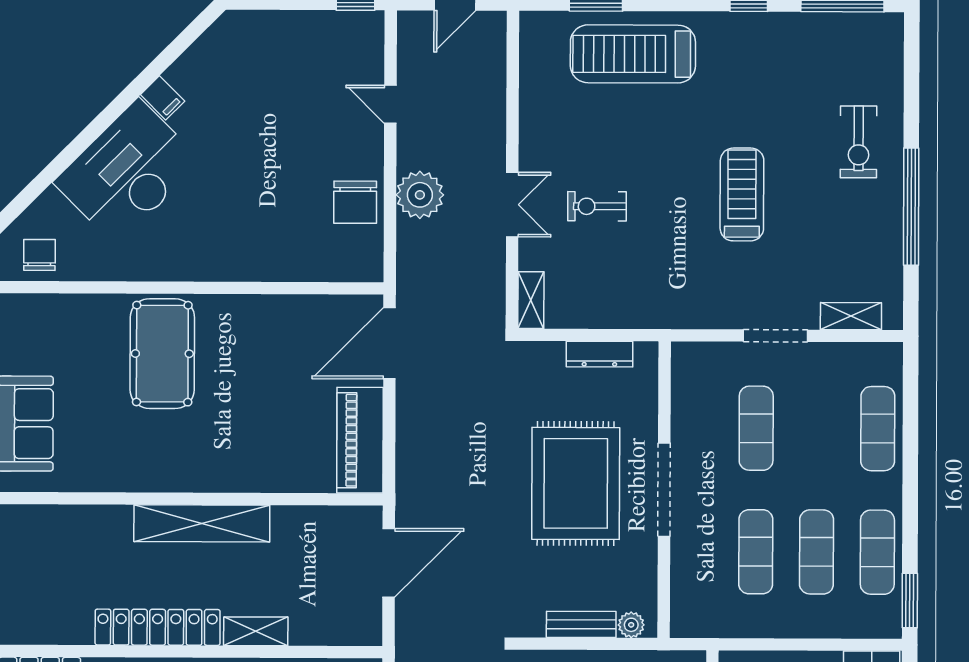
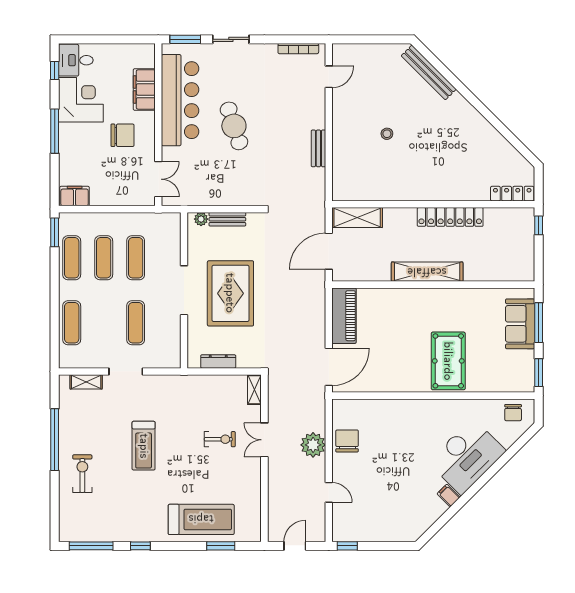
shelving: (256, 631) -> (357, 218), moved, width x1.50, depth x1.33

